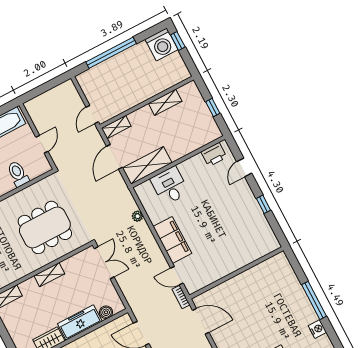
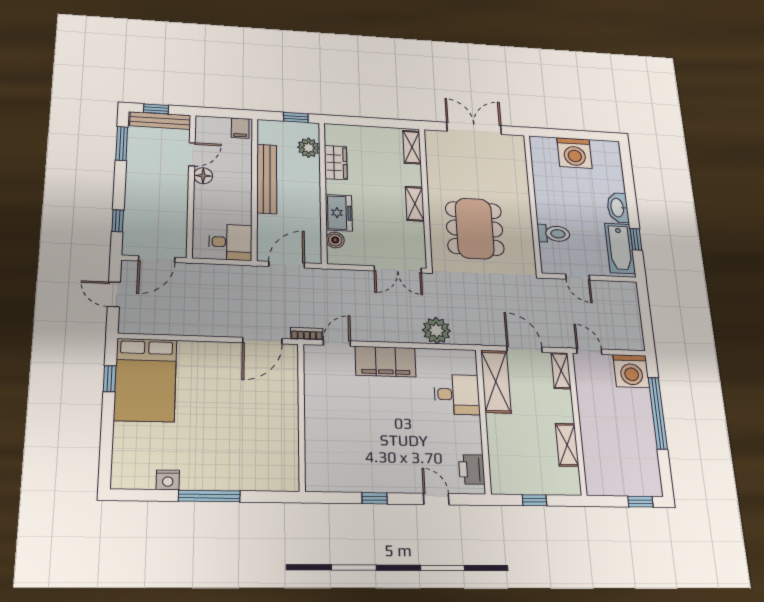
washing machine: (162, 44) -> (631, 371), moved, turned -90
plant: (137, 216) -> (436, 330), width x1.87, depth x1.87
freezer: (80, 323) -> (339, 213), width x0.71

